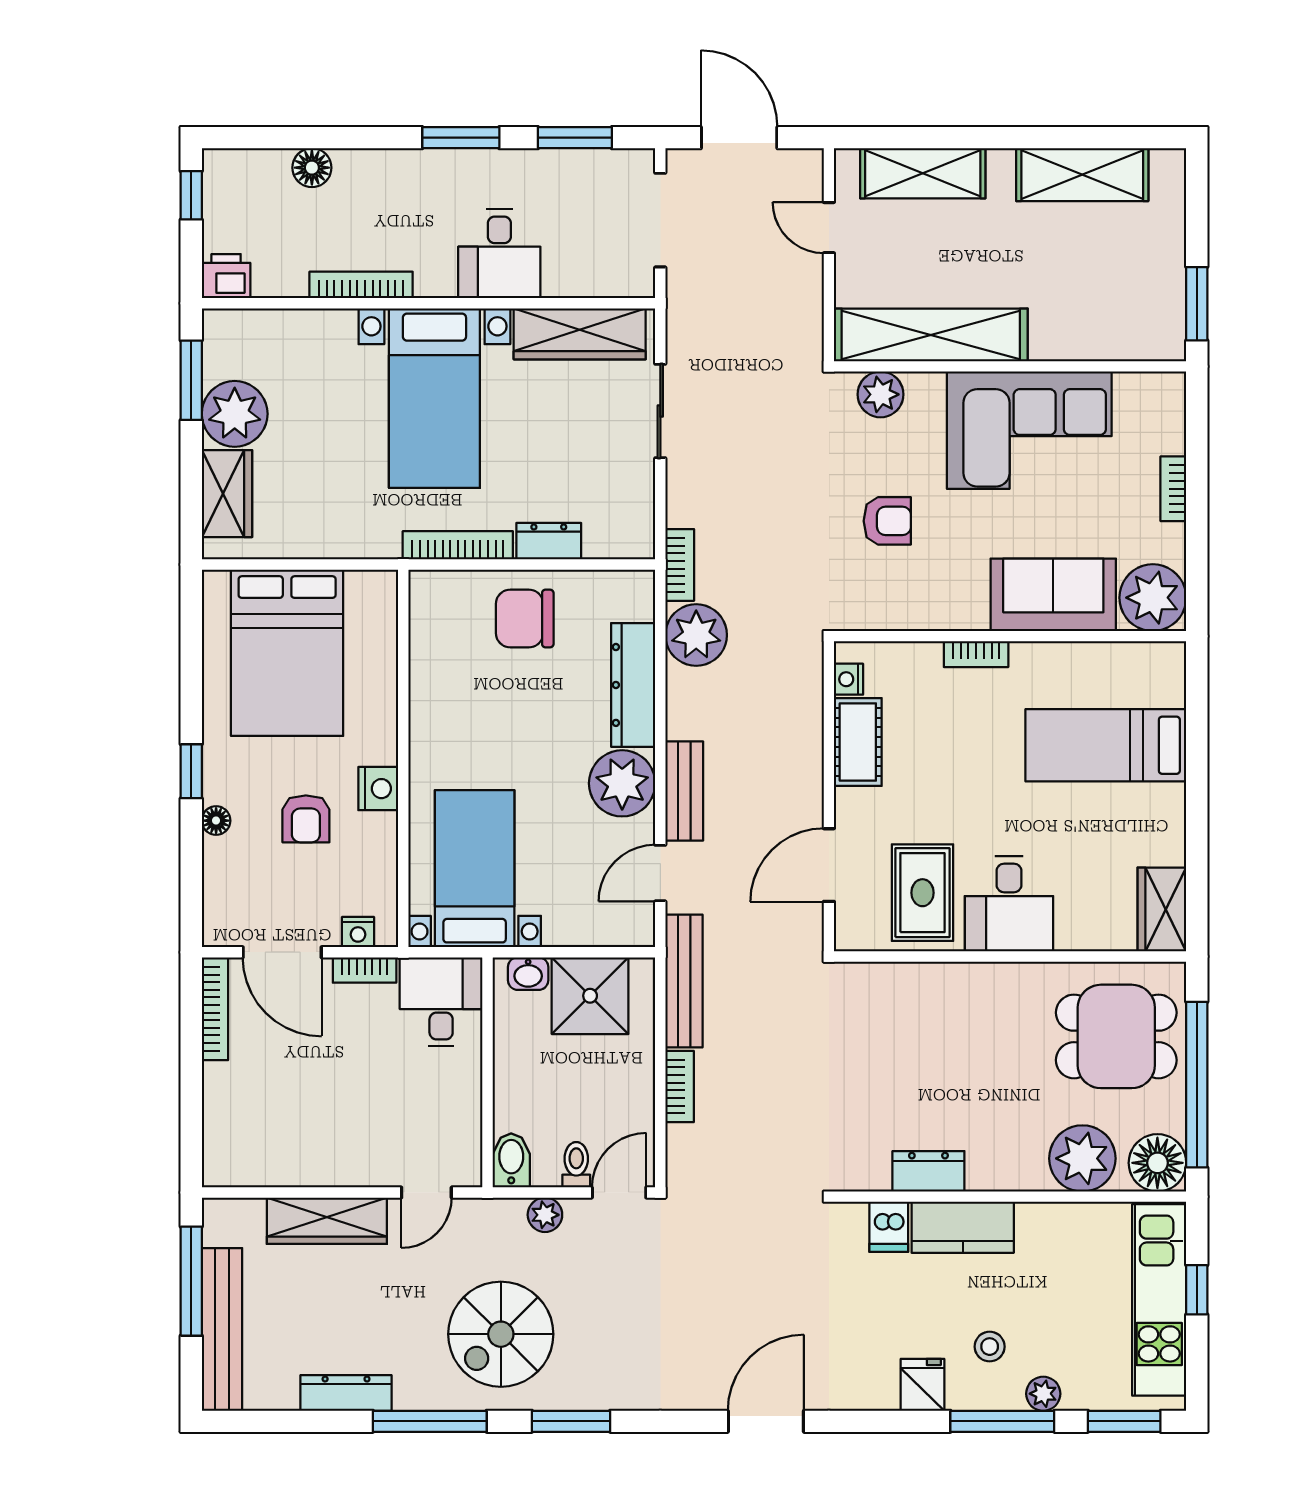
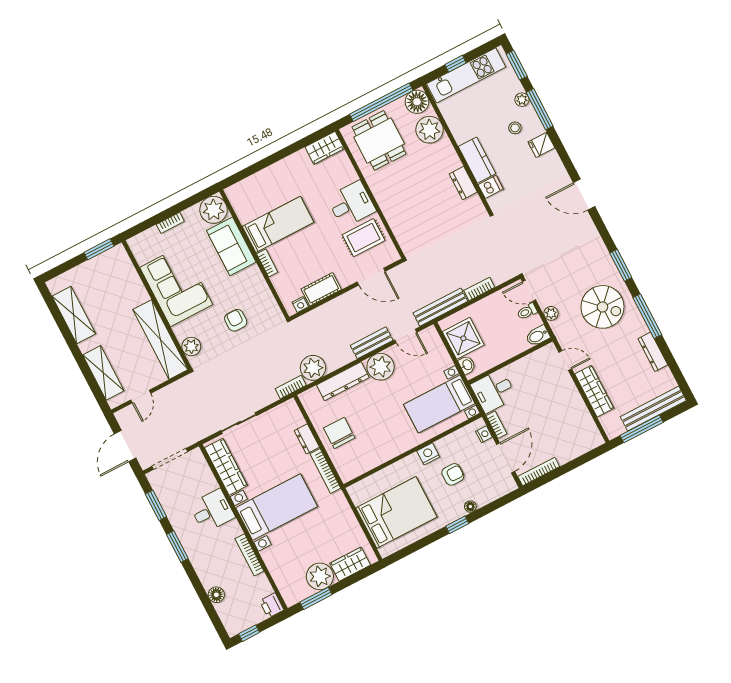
chair: (525, 619) -> (339, 433), turned 180
bed: (1106, 745) -> (278, 224), moved, turned -90

